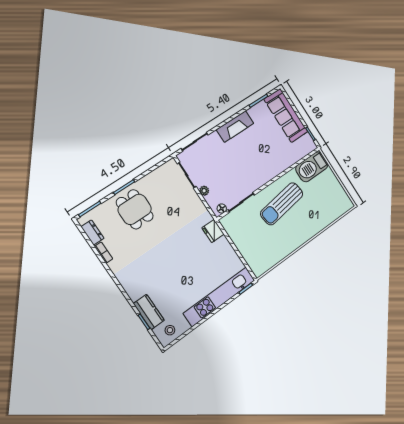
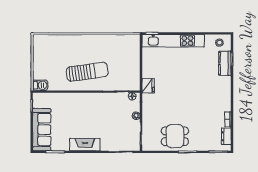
barbecue: (312, 167) -> (40, 85), width x0.53, depth x0.65
dining table: (135, 209) -> (175, 136), moved, turned 90

